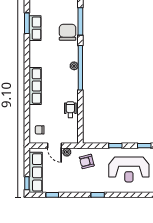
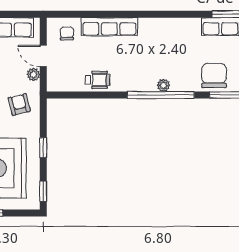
chair: (68, 32) -> (214, 76), turned -90
row of seats: (35, 86) -> (109, 27), moved
door: (54, 146) -> (43, 56), hinge flipped

